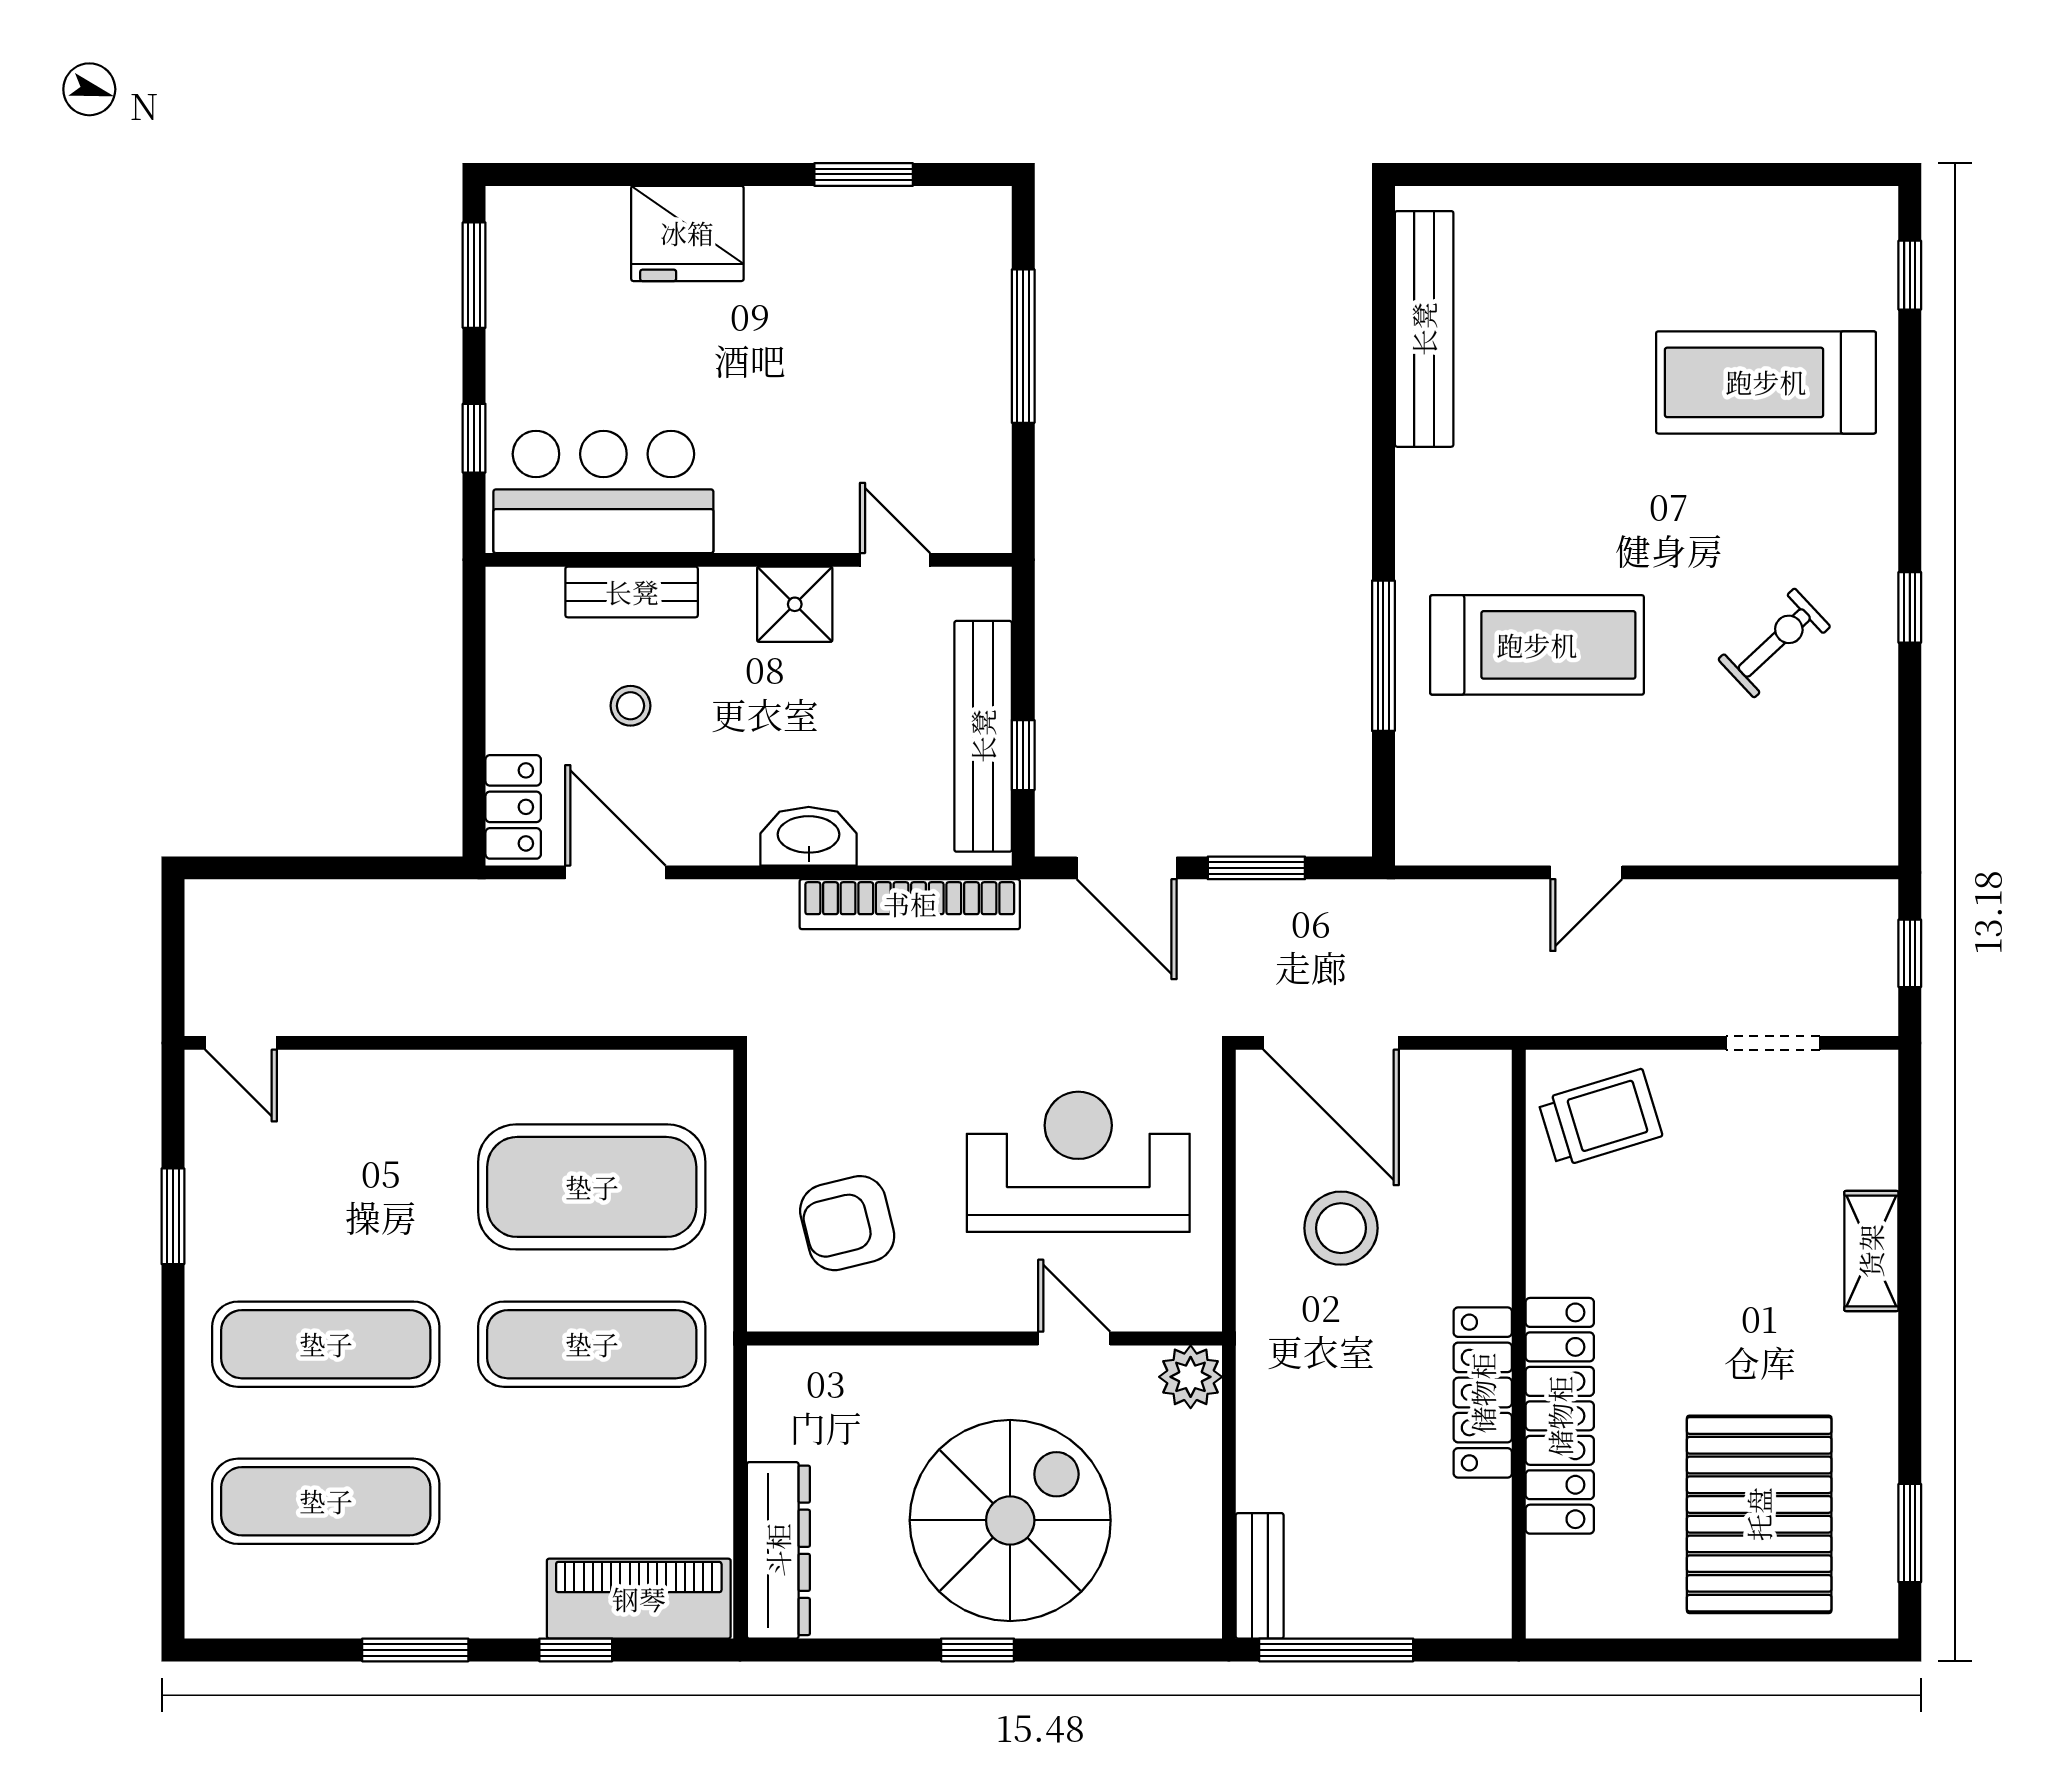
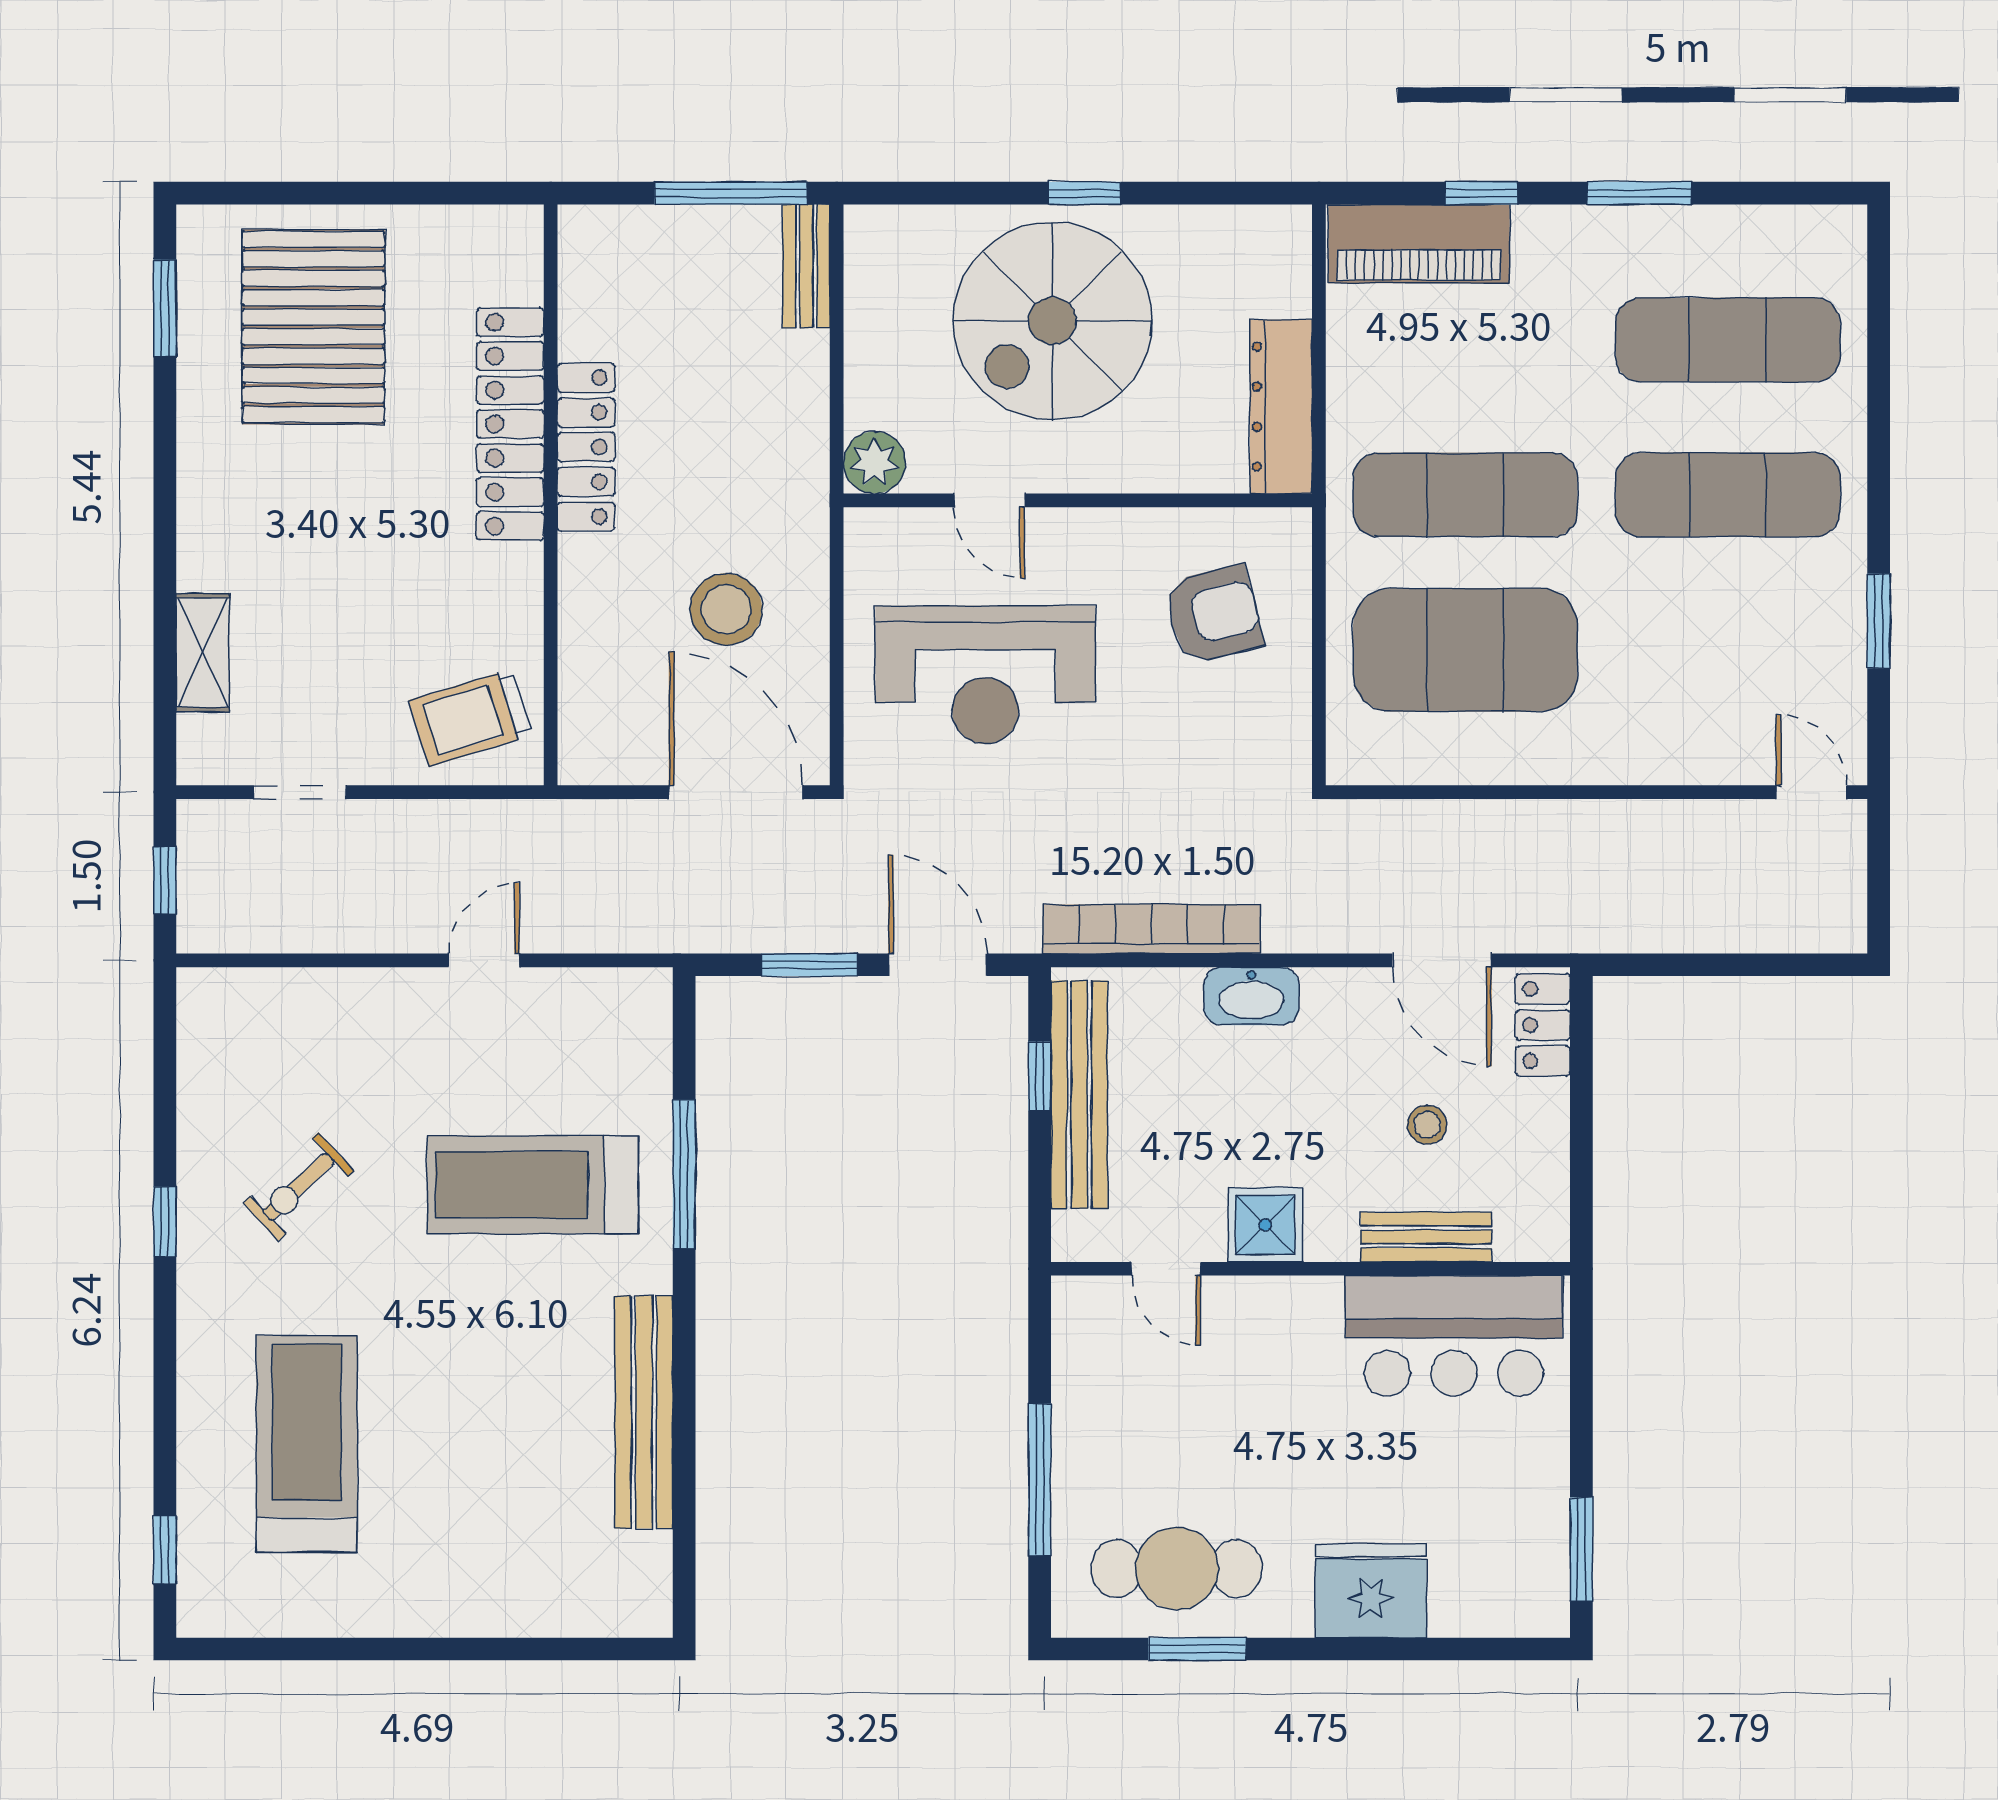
cafe table: (884, 256) -> (1177, 1569), added
bench: (1424, 329) -> (644, 1412), moved
treadmill: (1766, 382) -> (307, 1444), turned -90
window: (474, 438) -> (1581, 1389), removed
shelving: (1871, 1251) -> (203, 653), moved
dresser: (778, 1550) -> (1281, 407), moved

